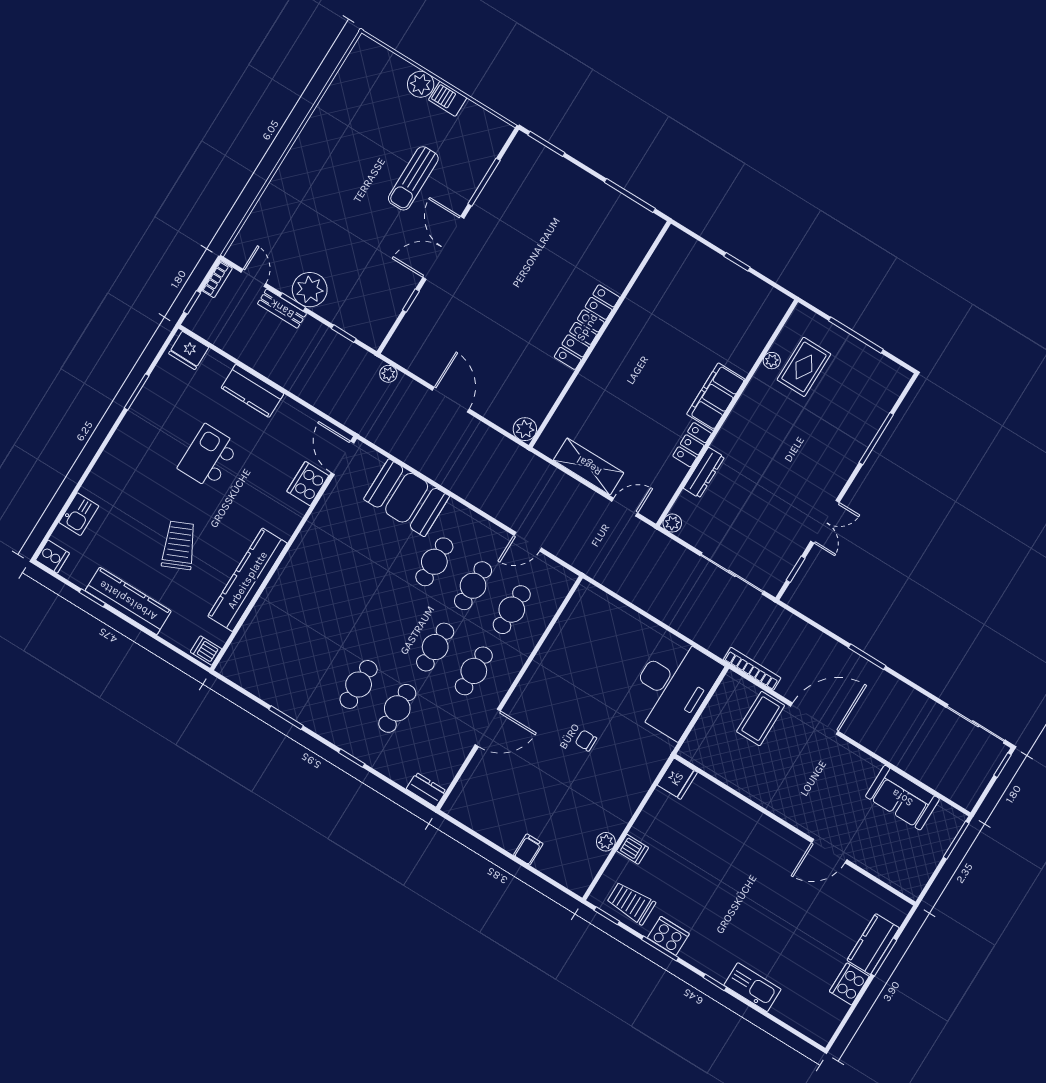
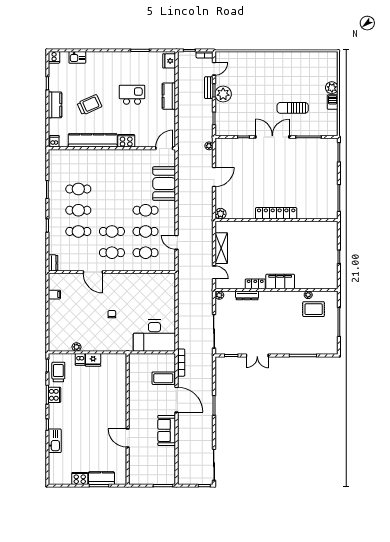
cooker: (308, 484) -> (126, 141), moved
kitchen counter: (128, 601) -> (55, 105), width x0.67
cafe table: (320, 661) -> (78, 189), added
fridge: (677, 779) -> (93, 360), moved
sofa: (902, 798) -> (167, 430), moved
filing cabinet: (528, 849) -> (54, 295), moved

